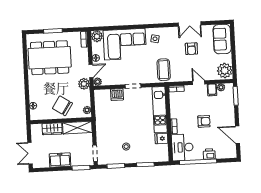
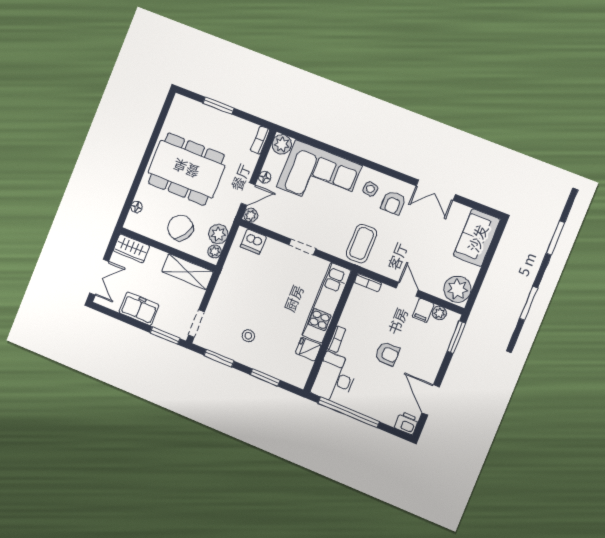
armchair: (191, 49) -> (393, 203), moved
dining table: (50, 58) -> (186, 169), moved
plant: (84, 84) -> (218, 234), moved
dishwasher: (117, 95) -> (253, 242), moved
wardrobe: (52, 129) -> (131, 248), moved
double door: (30, 153) -> (99, 277), swing flipped
printer: (209, 154) -> (407, 423), moved

